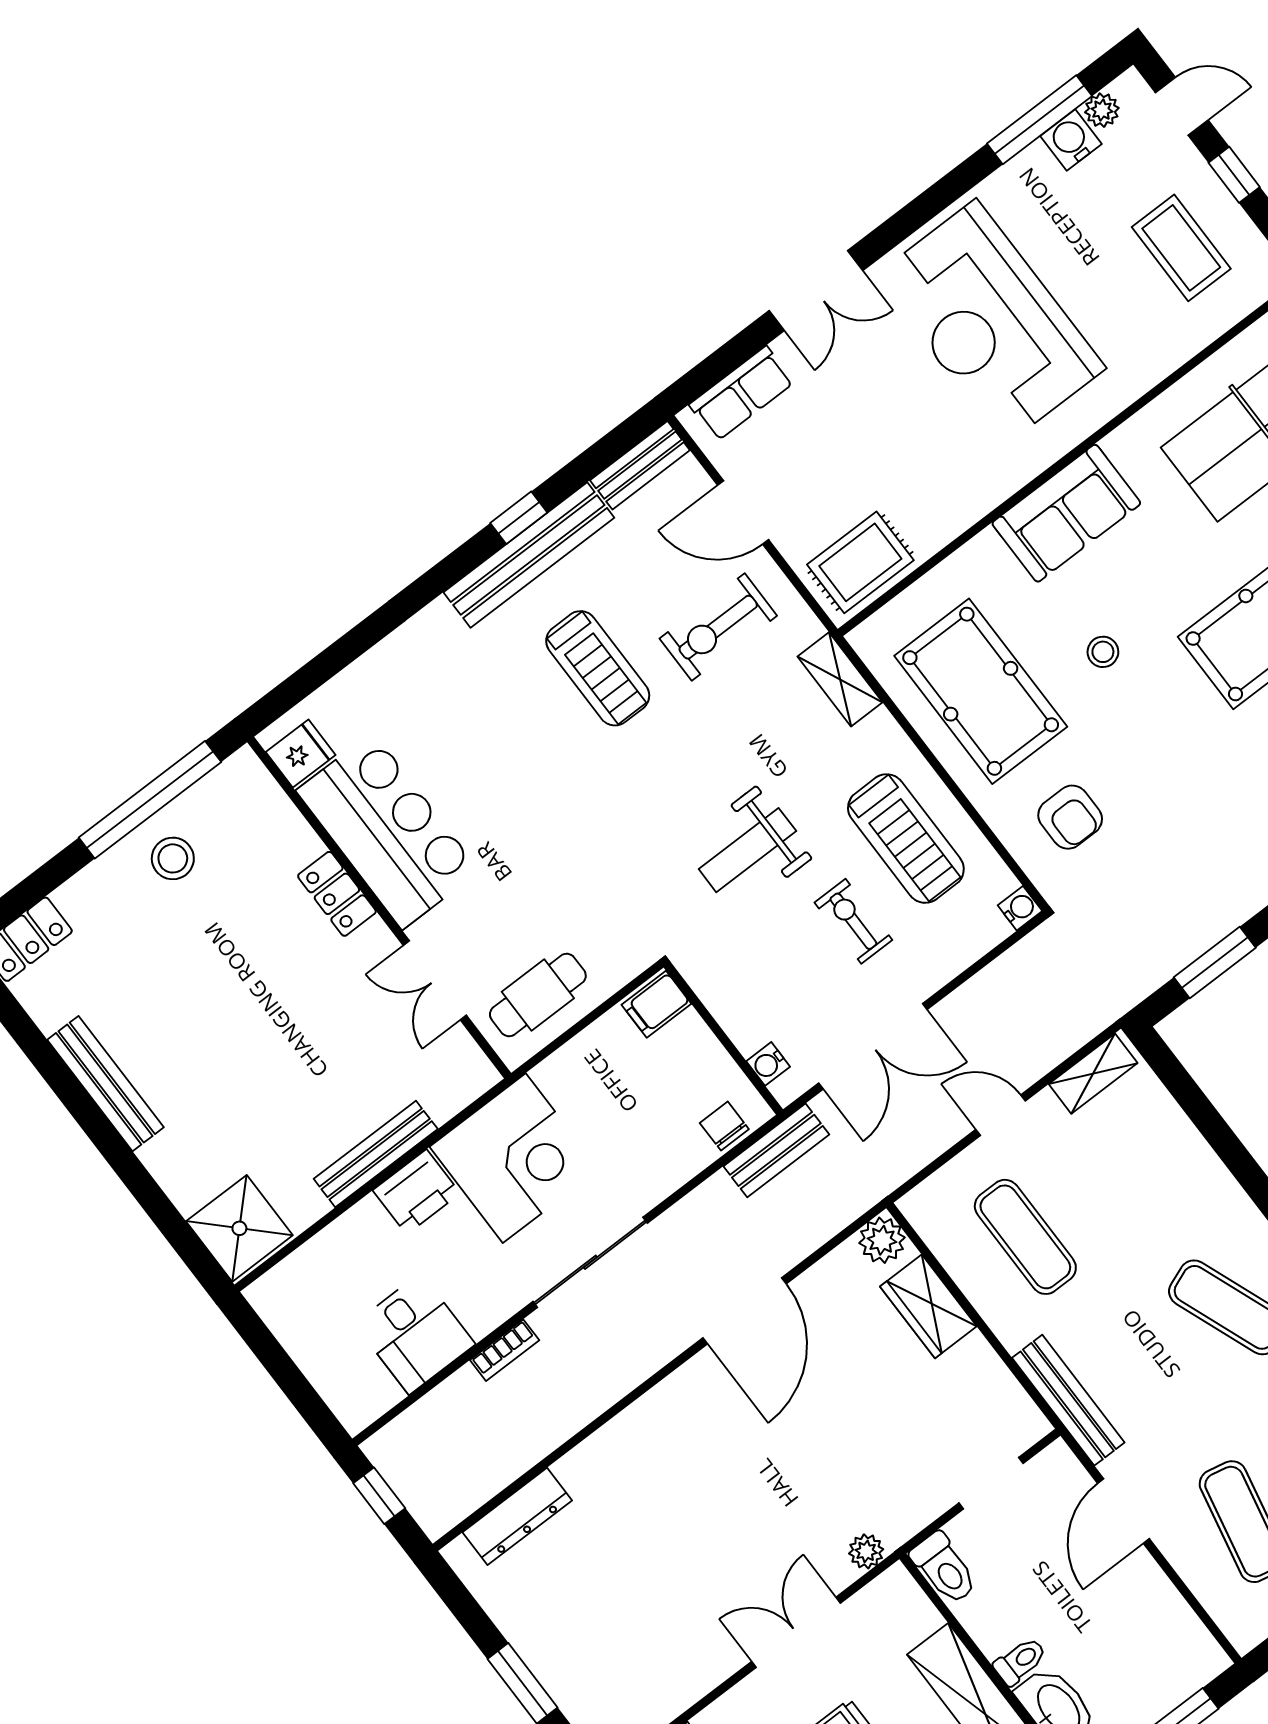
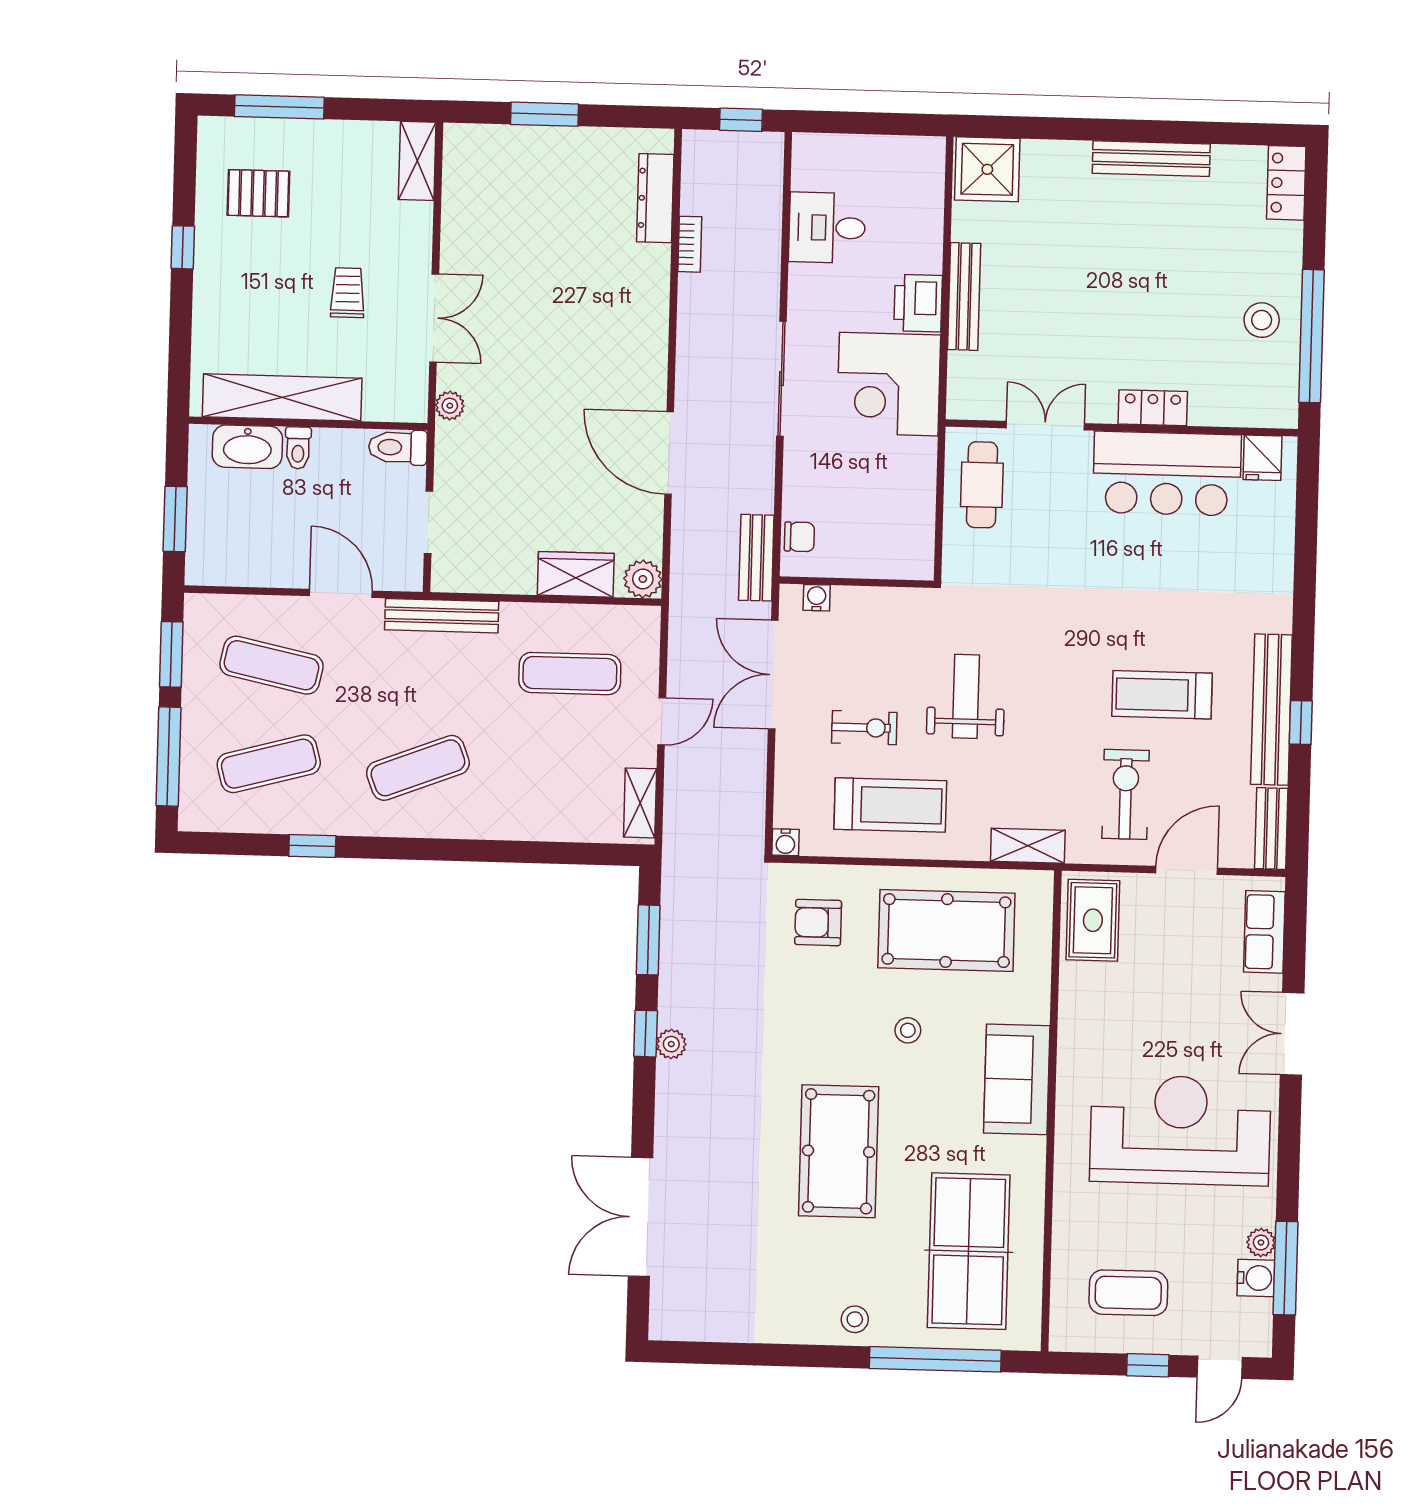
plant: (1102, 110) -> (1261, 1243), moved
treadmill: (906, 839) -> (890, 805), turned 180
filing cabinet: (656, 1004) -> (914, 557), removed
bookcase: (505, 1350) -> (690, 244), moved, turned 180

